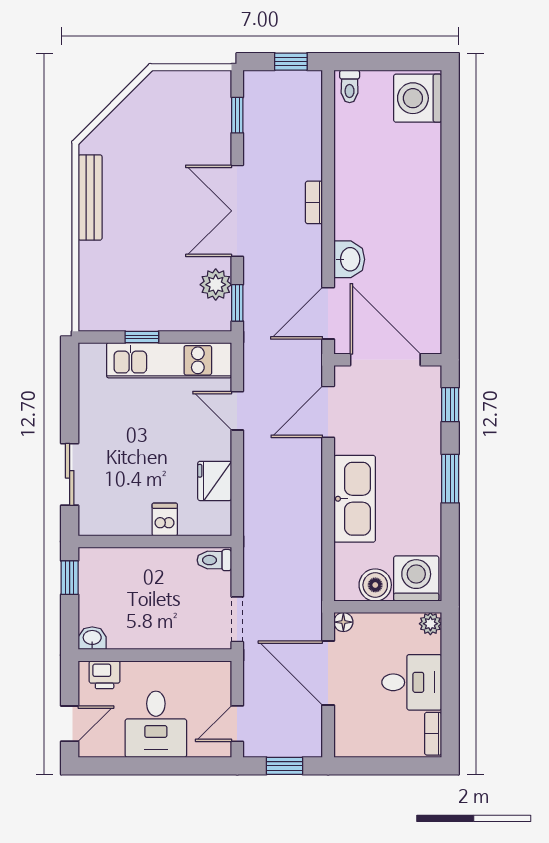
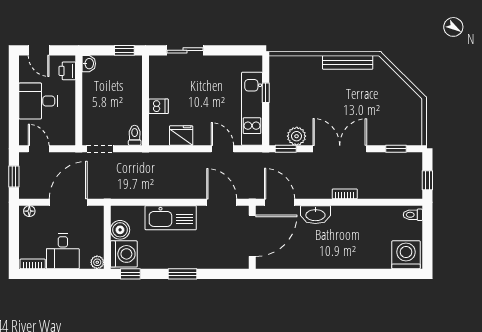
washbasin: (349, 259) -> (315, 215), width x1.38
window: (450, 405) -> (130, 274), moved
door: (237, 411) -> (222, 149), hinge flipped
floor lamp: (343, 622) -> (29, 211), moved

